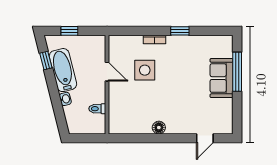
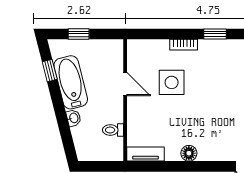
tv unit: (124, 128) -> (146, 154), added

